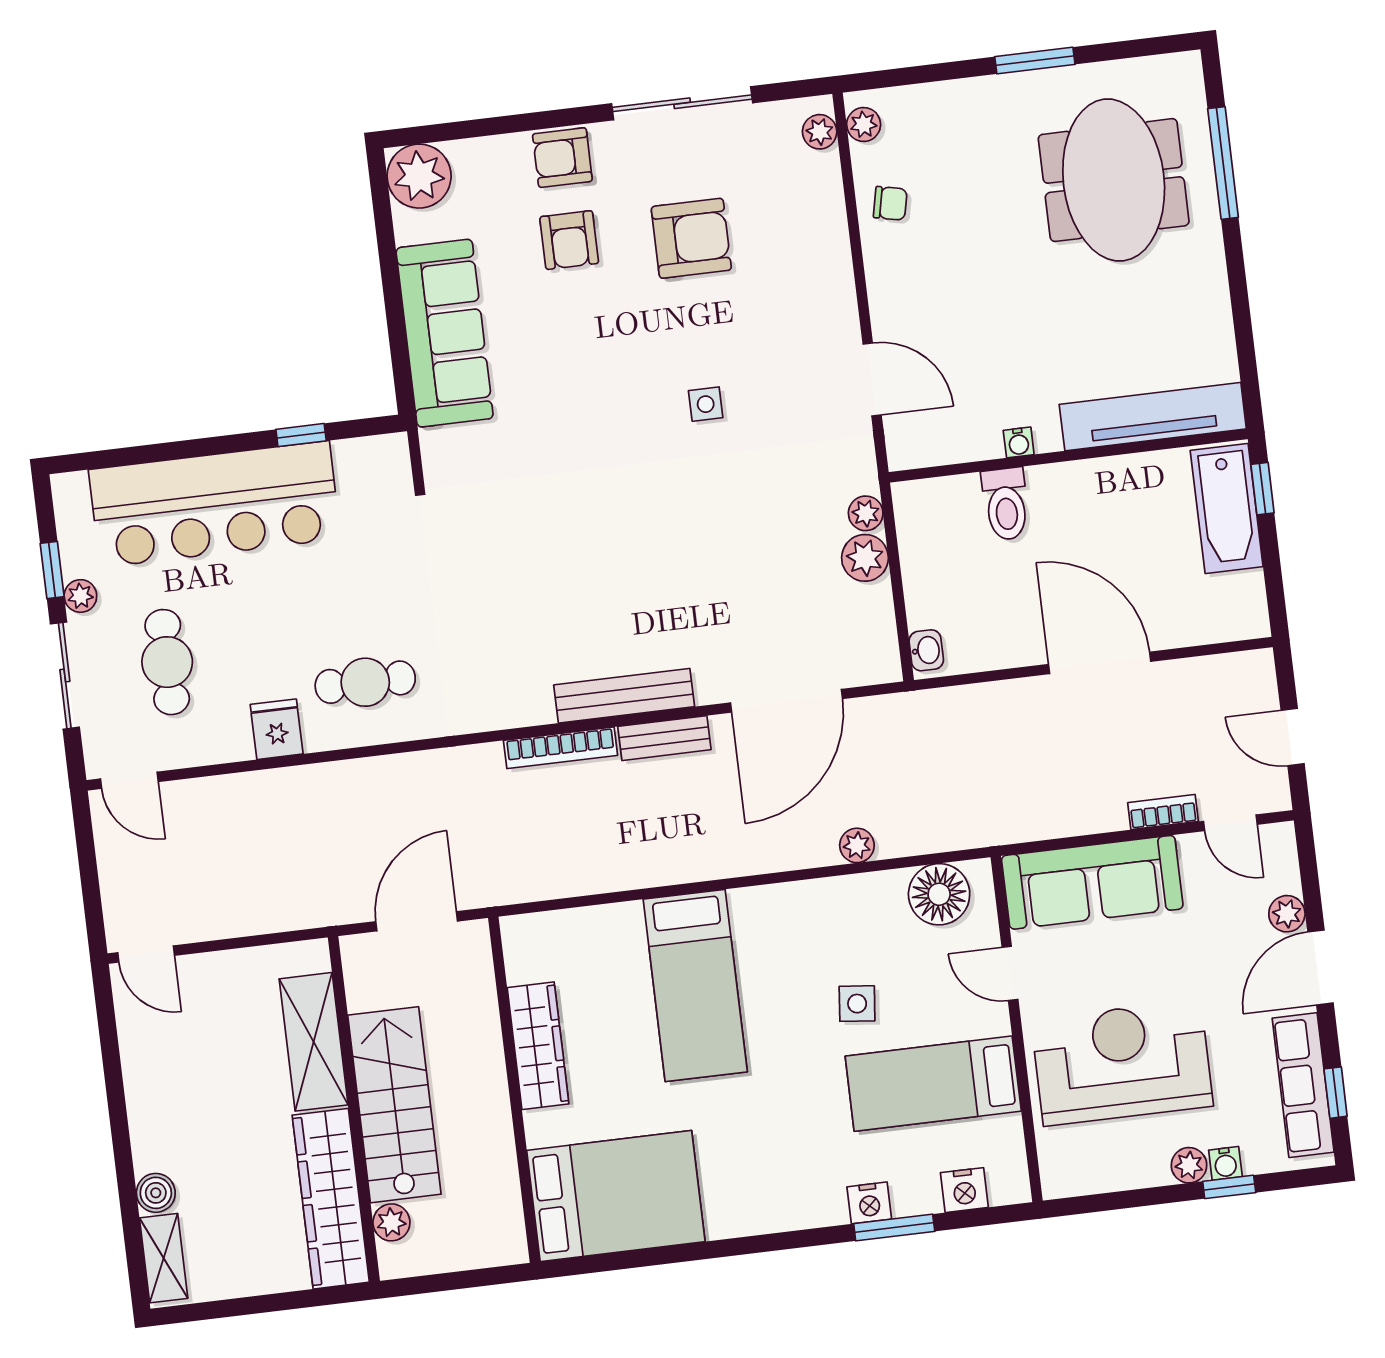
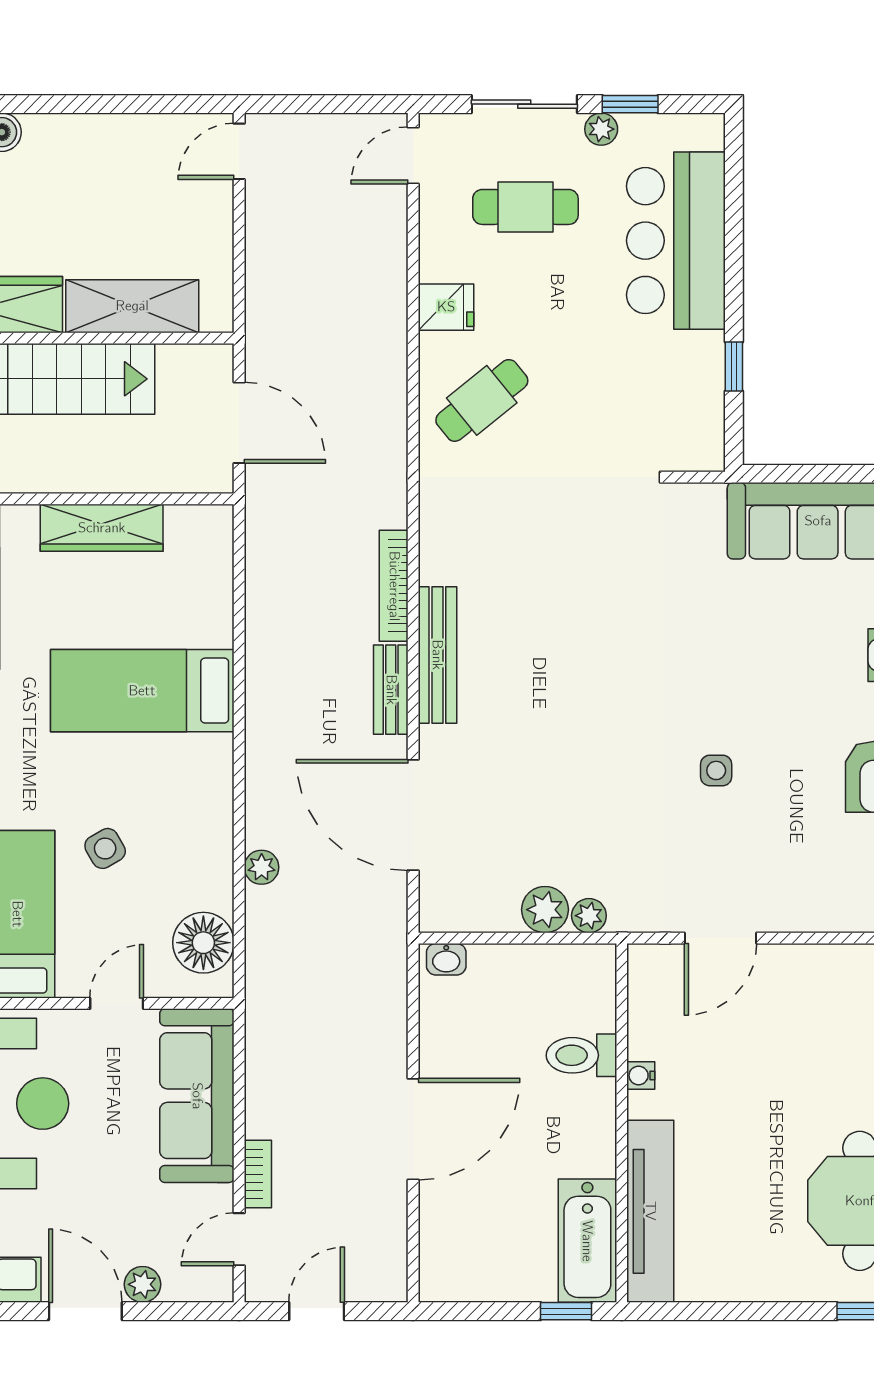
bar counter: (215, 504) -> (676, 241), width x0.73
bathtub: (1227, 509) -> (587, 1241), moved, turned -90
cafe table: (365, 682) -> (482, 400), turned 51
side table: (857, 1004) -> (105, 848), turned -36

